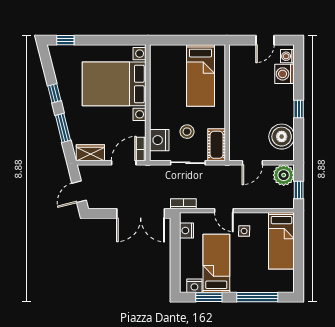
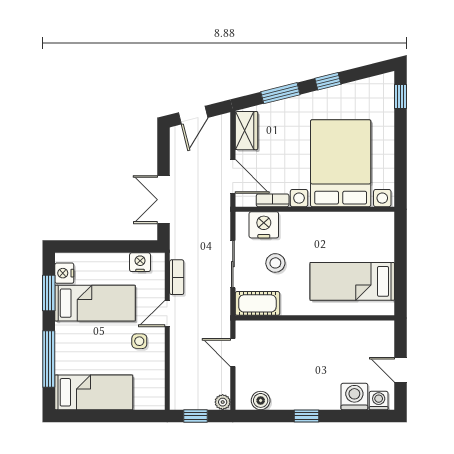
boiler: (282, 137) -> (261, 400), width x0.54, depth x0.54
bookcase: (141, 149) -> (273, 200), moved
plant: (284, 175) -> (223, 402), width x0.53, depth x0.53
door: (79, 192) -> (193, 115), swing flipped
bookcase: (183, 204) -> (177, 277), moved
double door: (141, 213) -> (164, 200), width x0.73
bed: (281, 241) -> (94, 392), moved, turned 180

